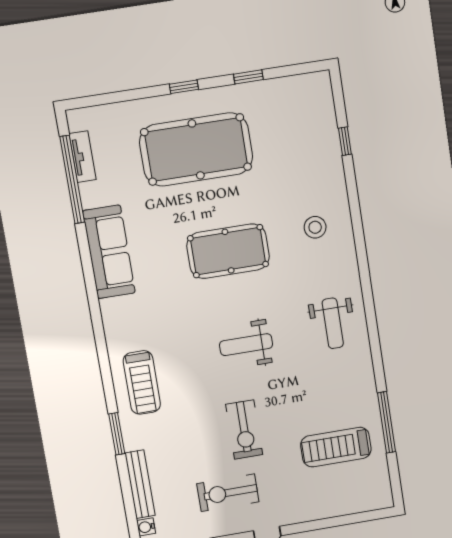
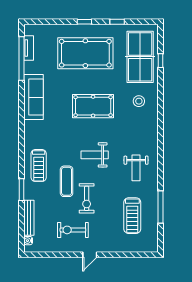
table tennis table: (304, 140) -> (140, 57), added
weight bench: (333, 323) -> (136, 168), moved
exercise mat: (201, 404) -> (67, 181), added
treadmill: (336, 447) -> (132, 216), turned -90

